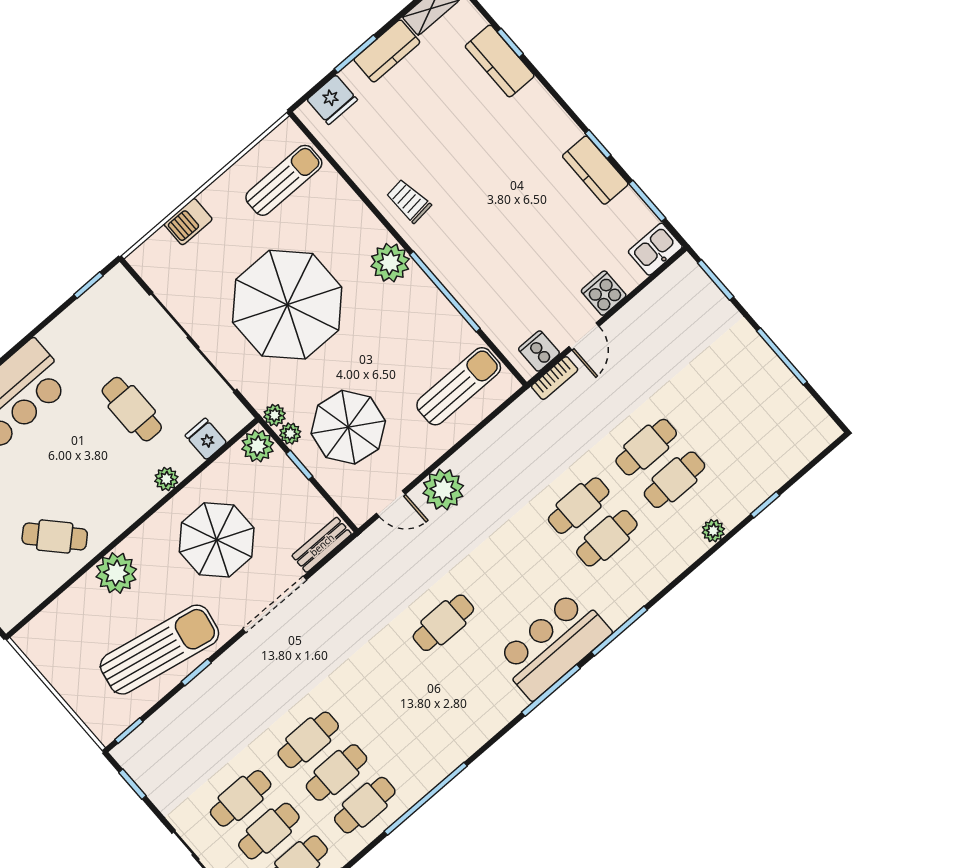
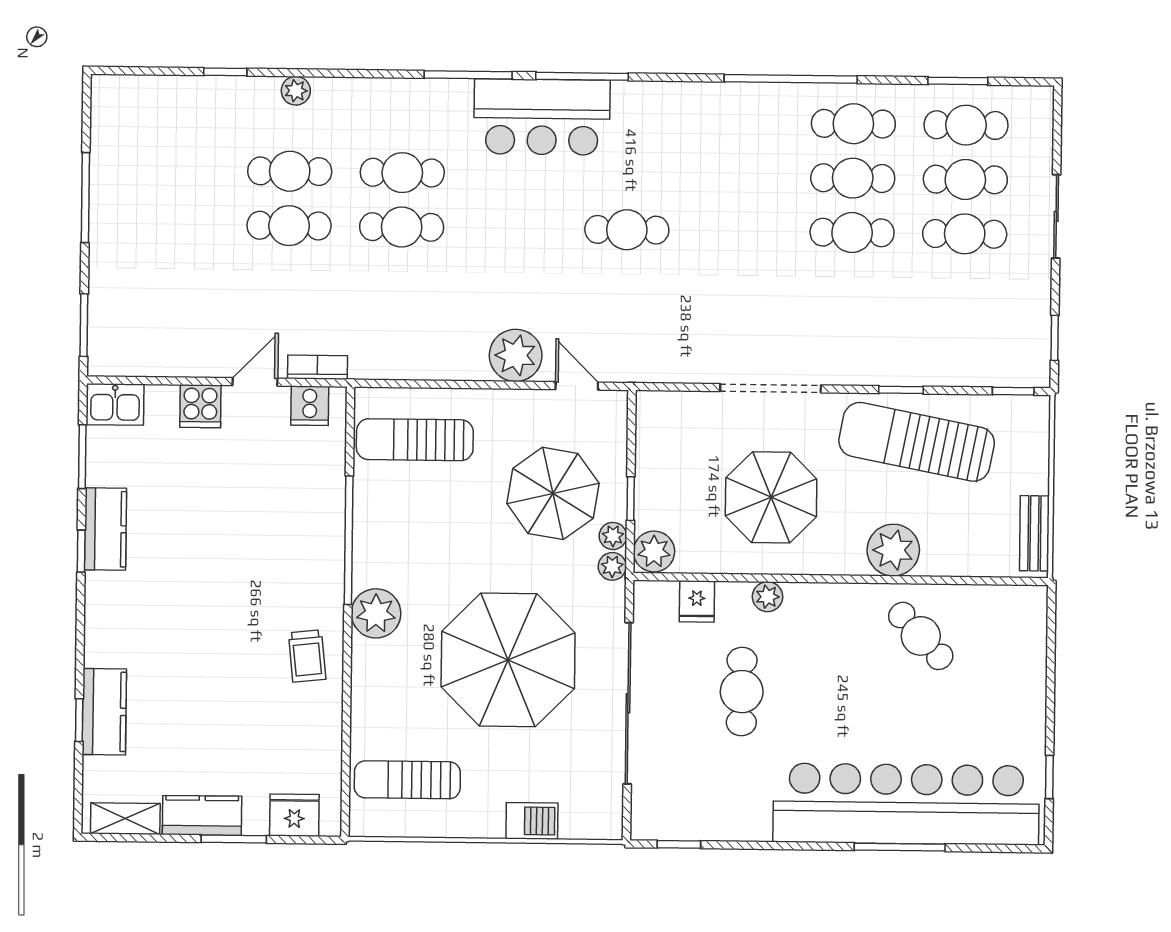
bench: (322, 545) -> (1034, 533), moved, turned 90

